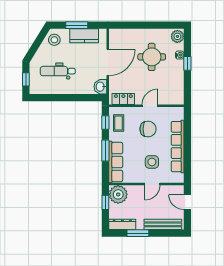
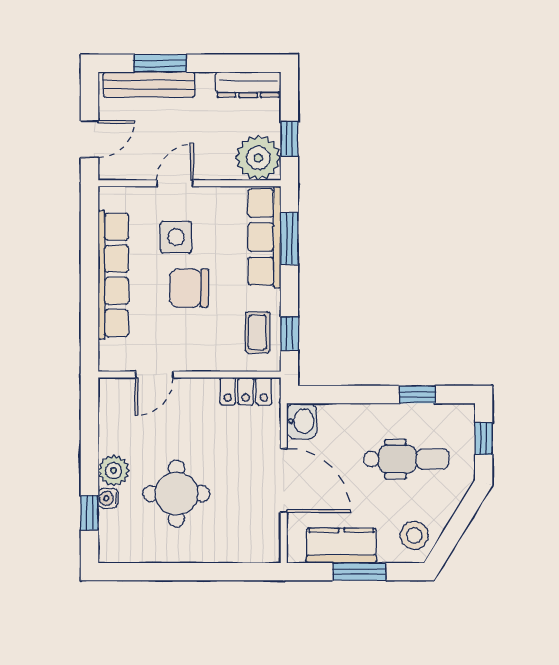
plant: (177, 36) -> (114, 470), moved
door: (108, 62) -> (284, 480), swing flipped
window: (187, 63) -> (89, 513), moved
window: (53, 98) -> (417, 395), added
door: (150, 106) -> (154, 375), moved
chair: (148, 129) -> (189, 288), moved
window: (105, 150) -> (289, 239), moved
door: (187, 202) -> (89, 139), hinge flipped
window: (138, 233) -> (160, 63), moved

